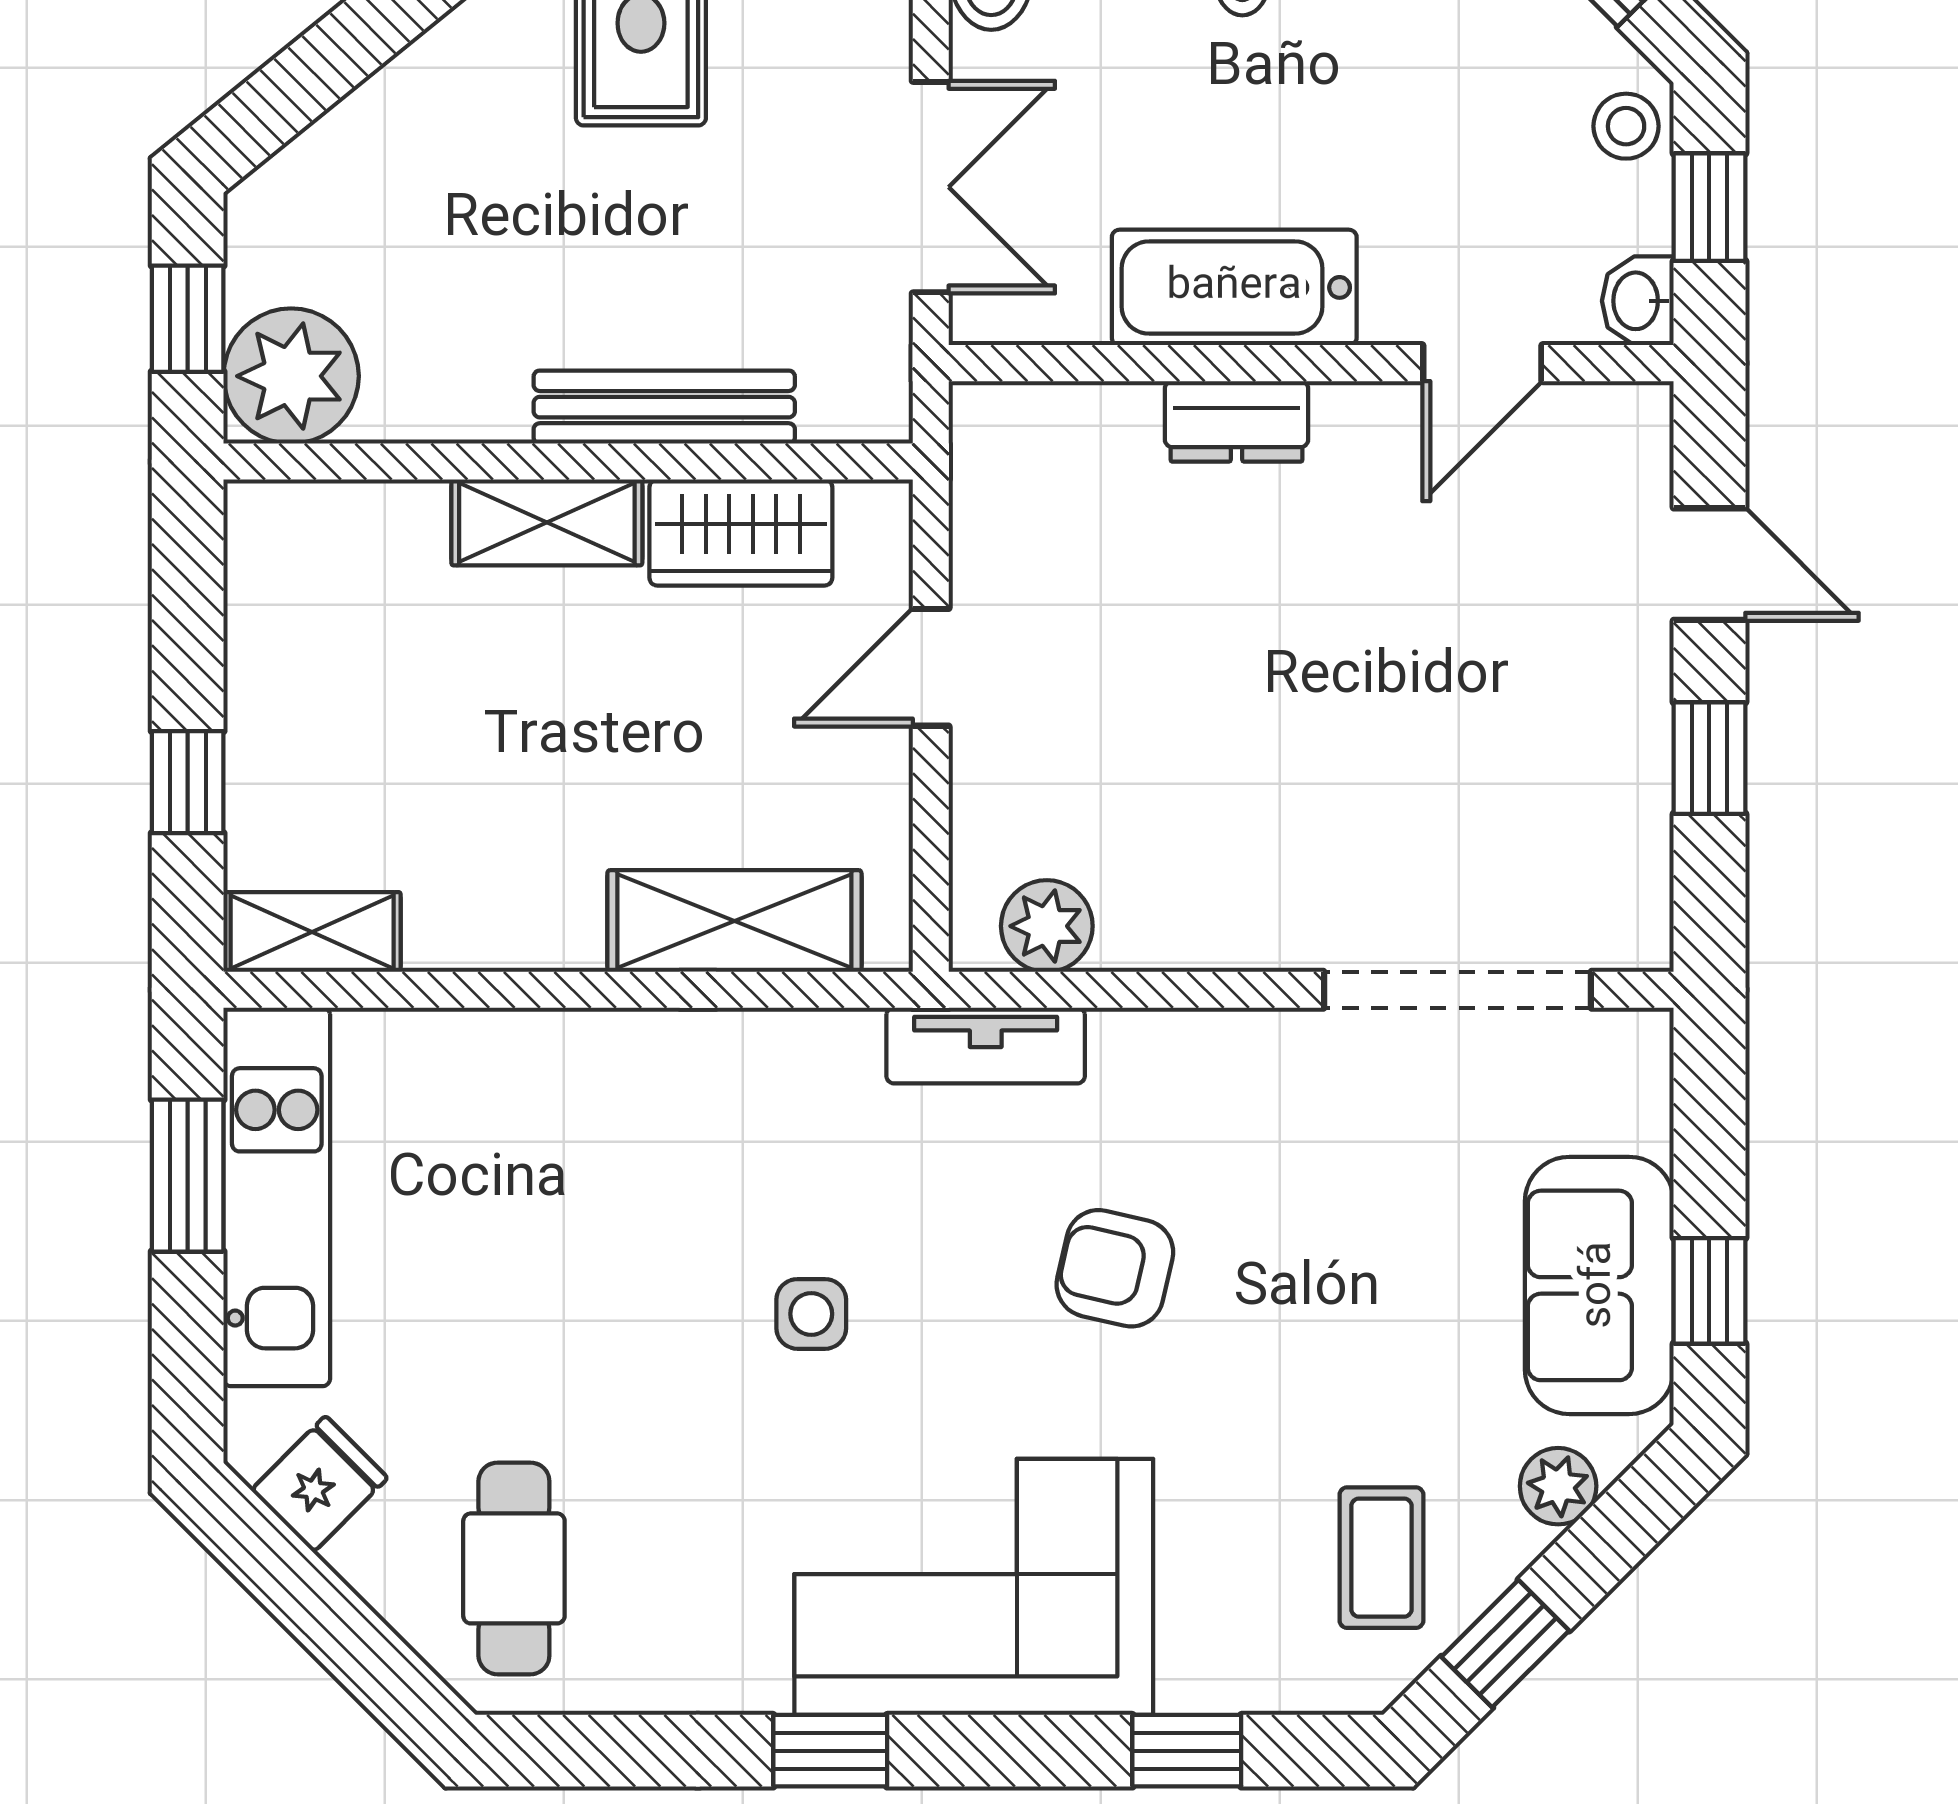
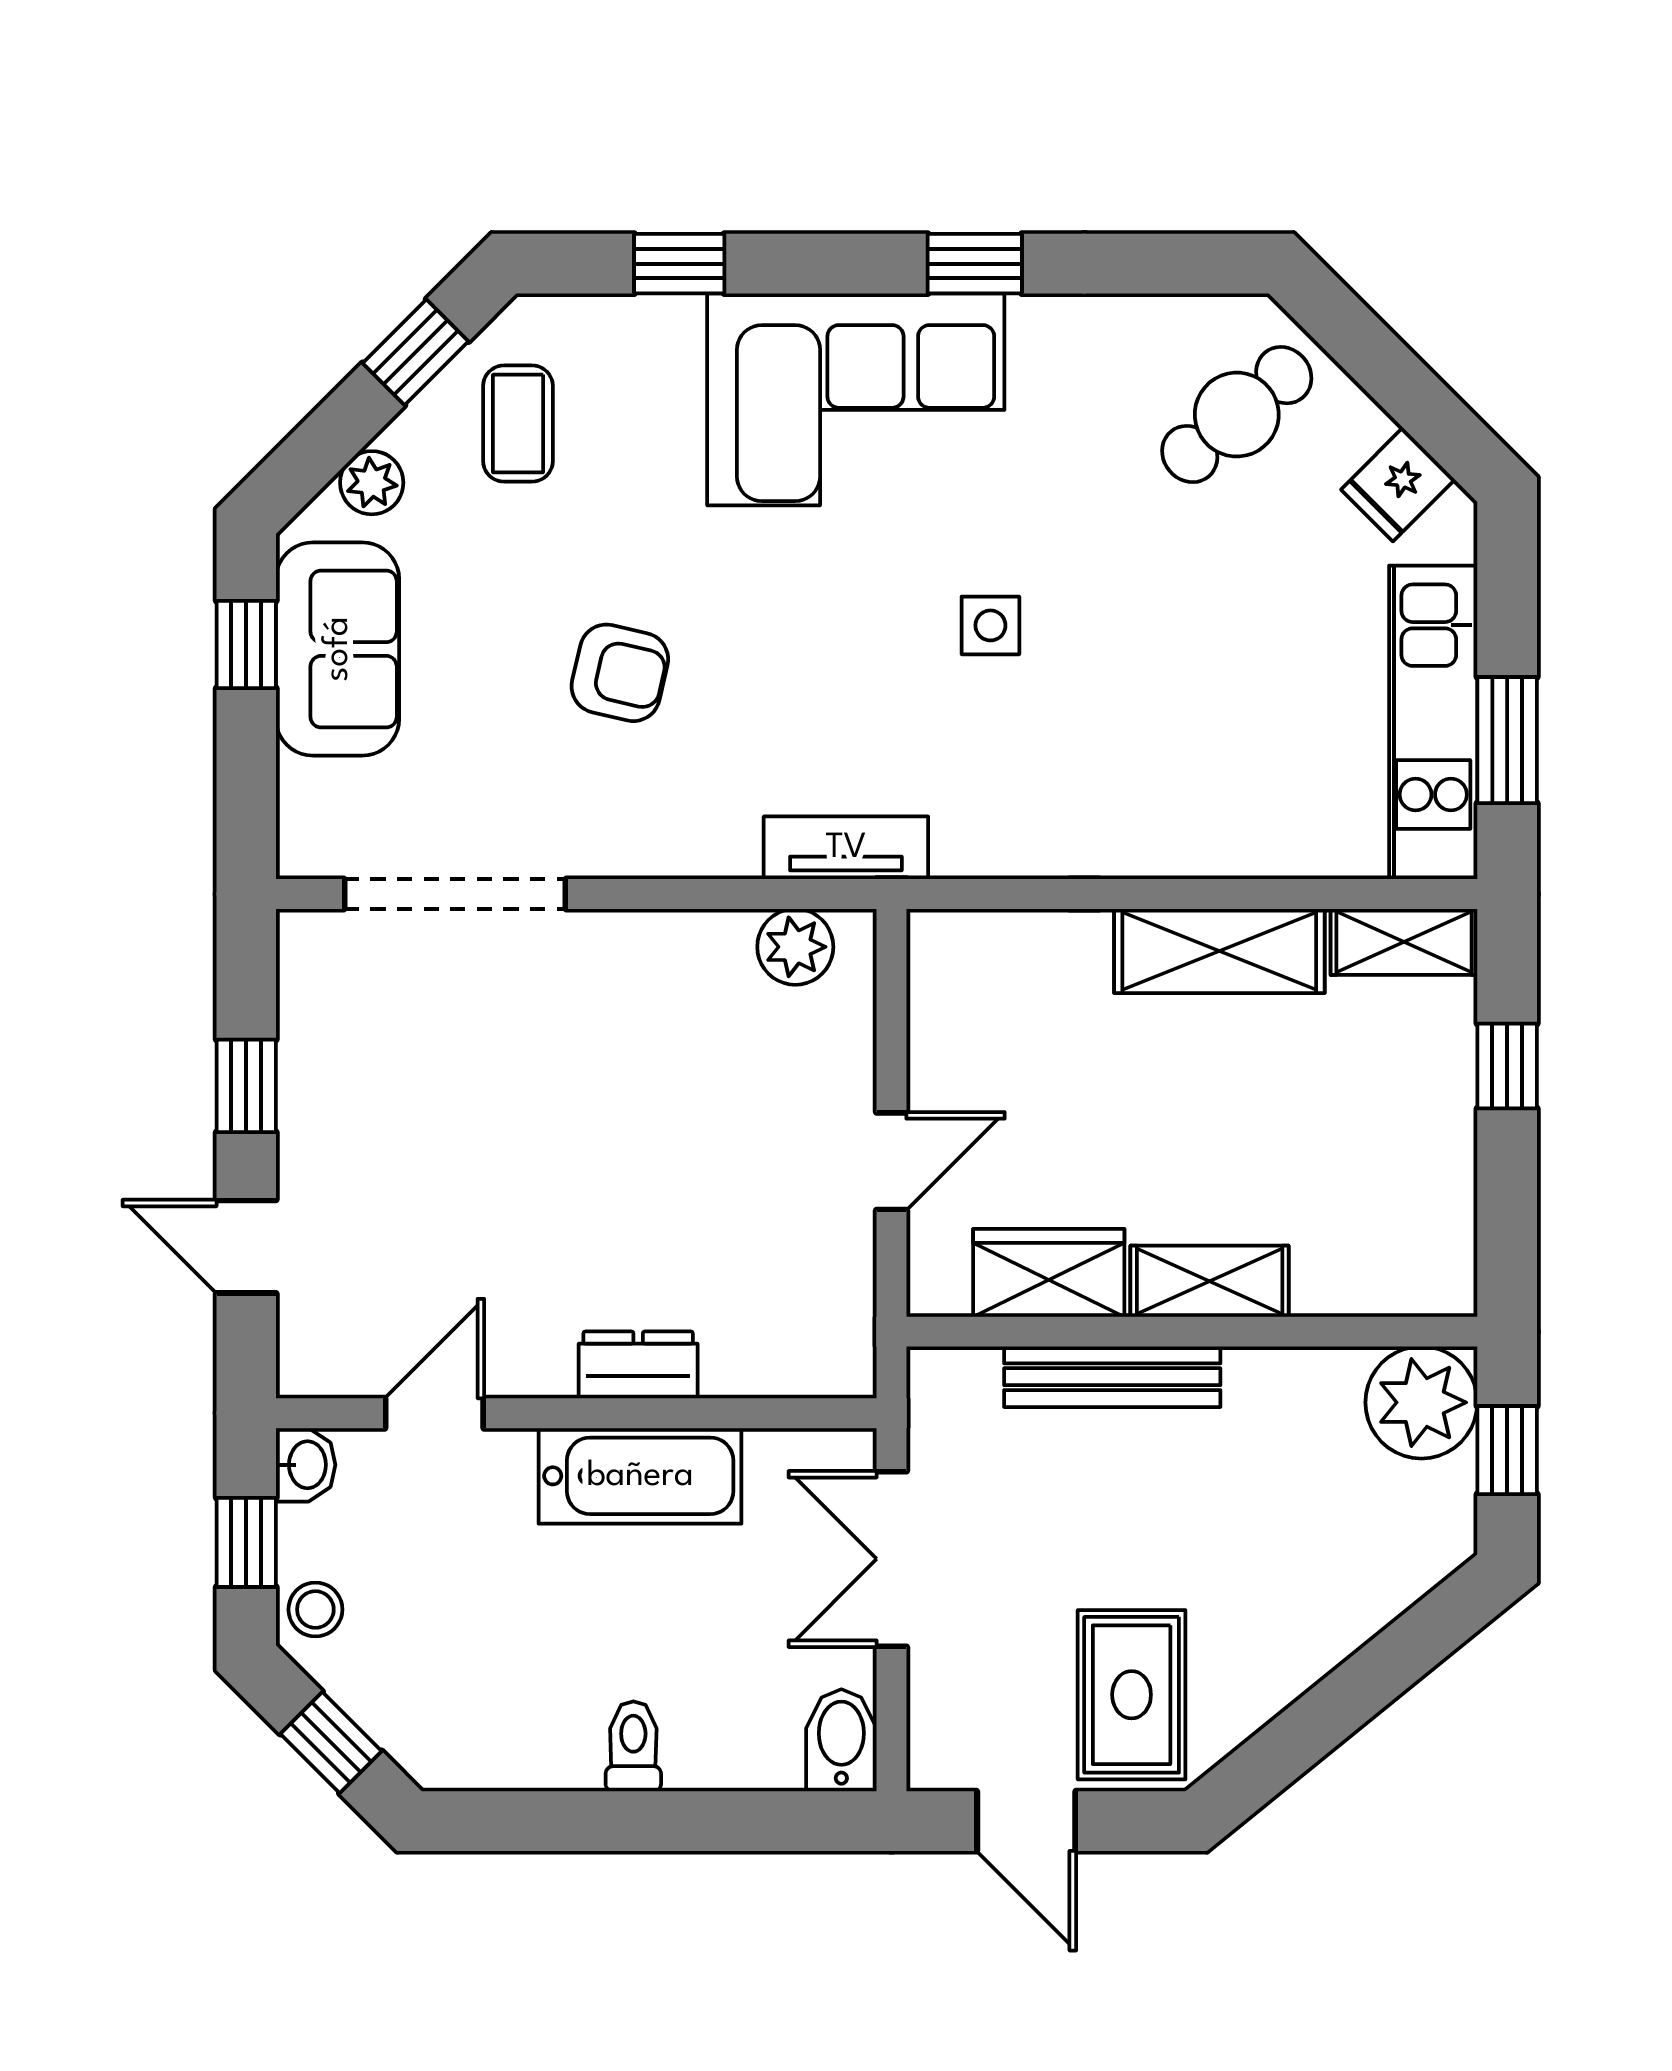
shelving: (734, 921) -> (1219, 951), moved
armchair: (1115, 1268) -> (620, 673), moved
cafe table: (514, 1568) -> (1237, 415), turned 50

